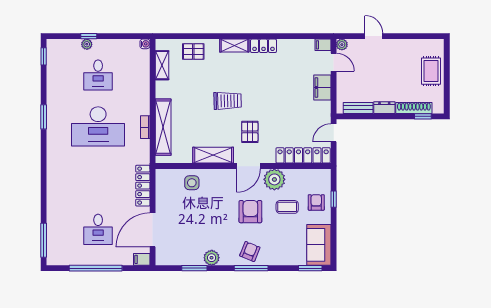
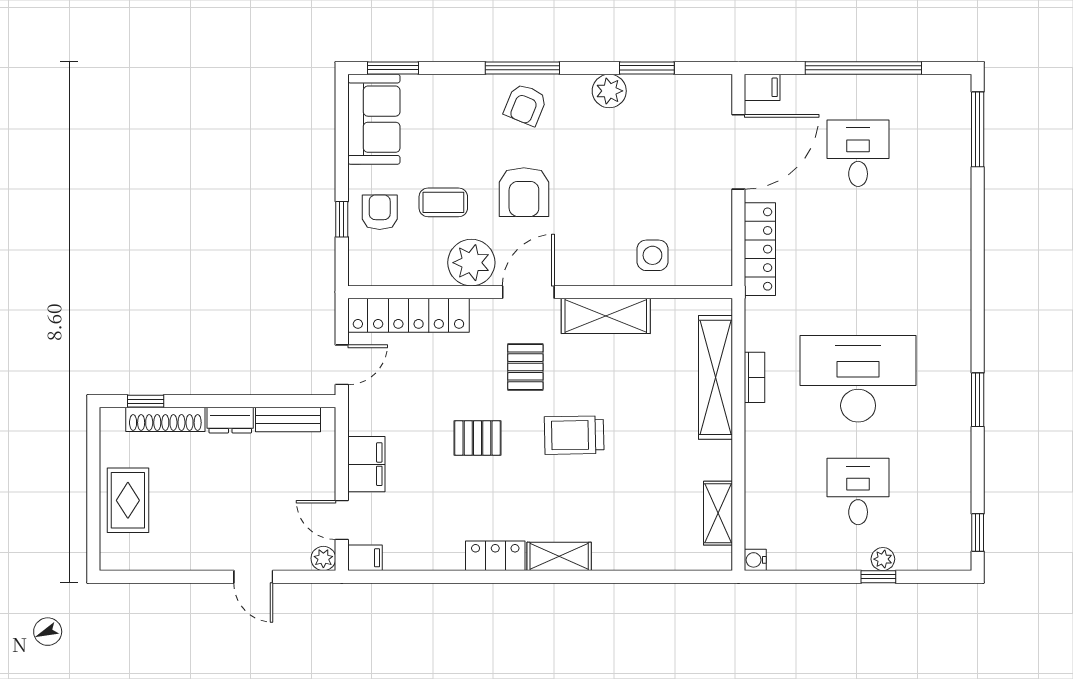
pallet: (193, 51) -> (477, 438), moved
armchair: (316, 202) -> (380, 212), turned 180

